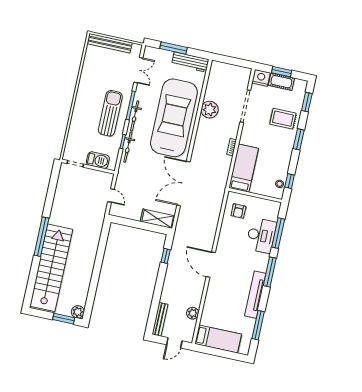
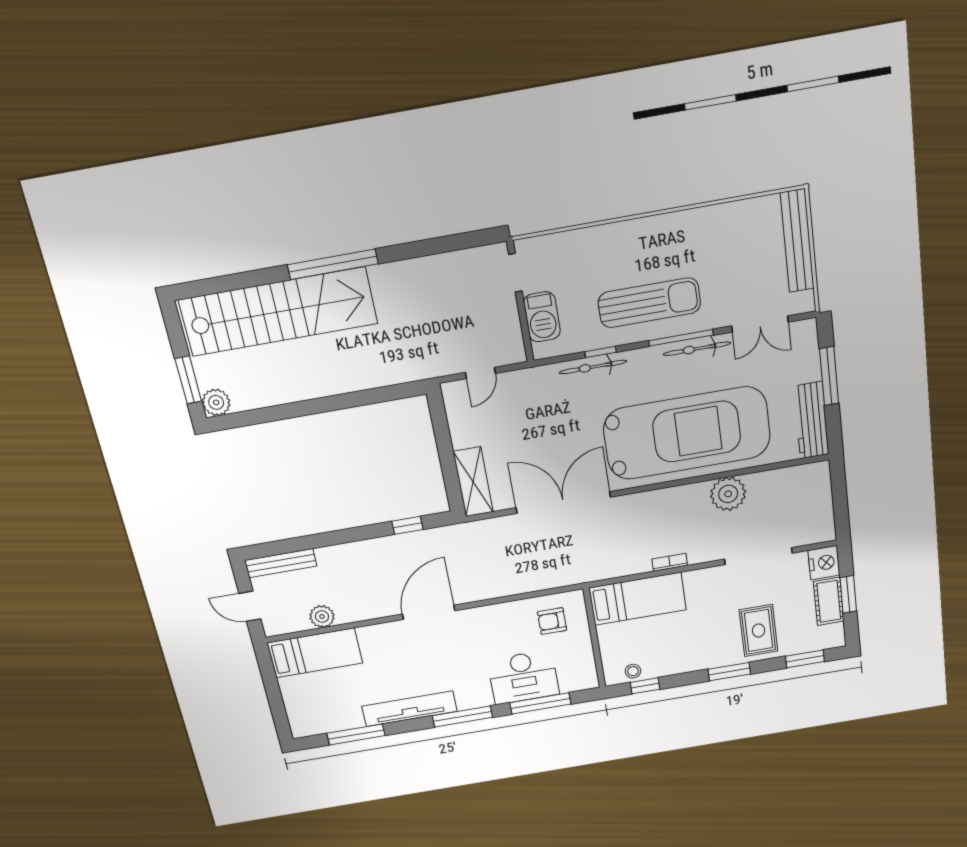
bicycle: (135, 116) -> (697, 349), moved
bed: (218, 339) -> (315, 653), moved, turned -90

